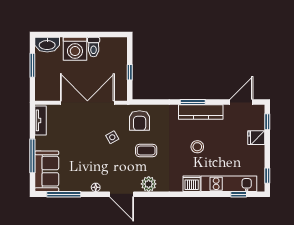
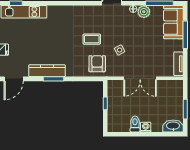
washing machine: (75, 49) -> (146, 127), width x0.53, depth x0.53
double door: (87, 103) -> (140, 78), width x0.73
stool: (197, 147) -> (50, 42), removed
plant: (149, 184) -> (144, 12), moved
dishwasher: (192, 184) -> (54, 12), removed

